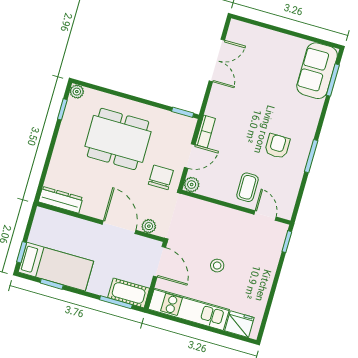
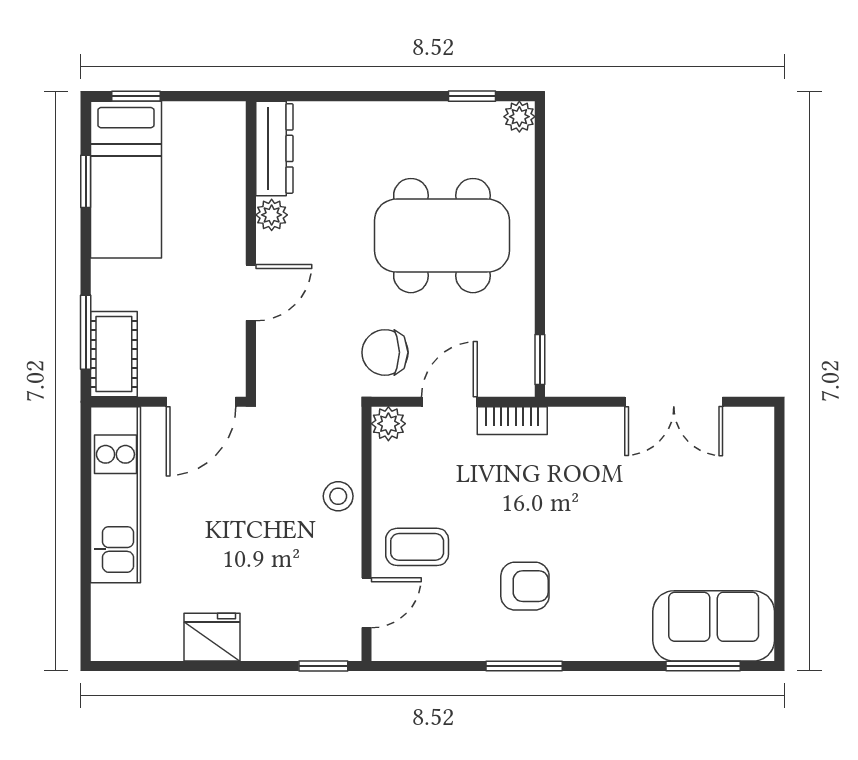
dining table: (118, 139) -> (442, 236), turned 90
door: (190, 156) -> (449, 402), swing flipped
chair: (161, 177) -> (385, 352), turned 180
plant: (149, 226) -> (272, 215), moved
door: (119, 227) -> (251, 293), width x0.73
stool: (217, 266) -> (338, 496), moved
fridge: (239, 324) -> (212, 637), moved, turned -90

